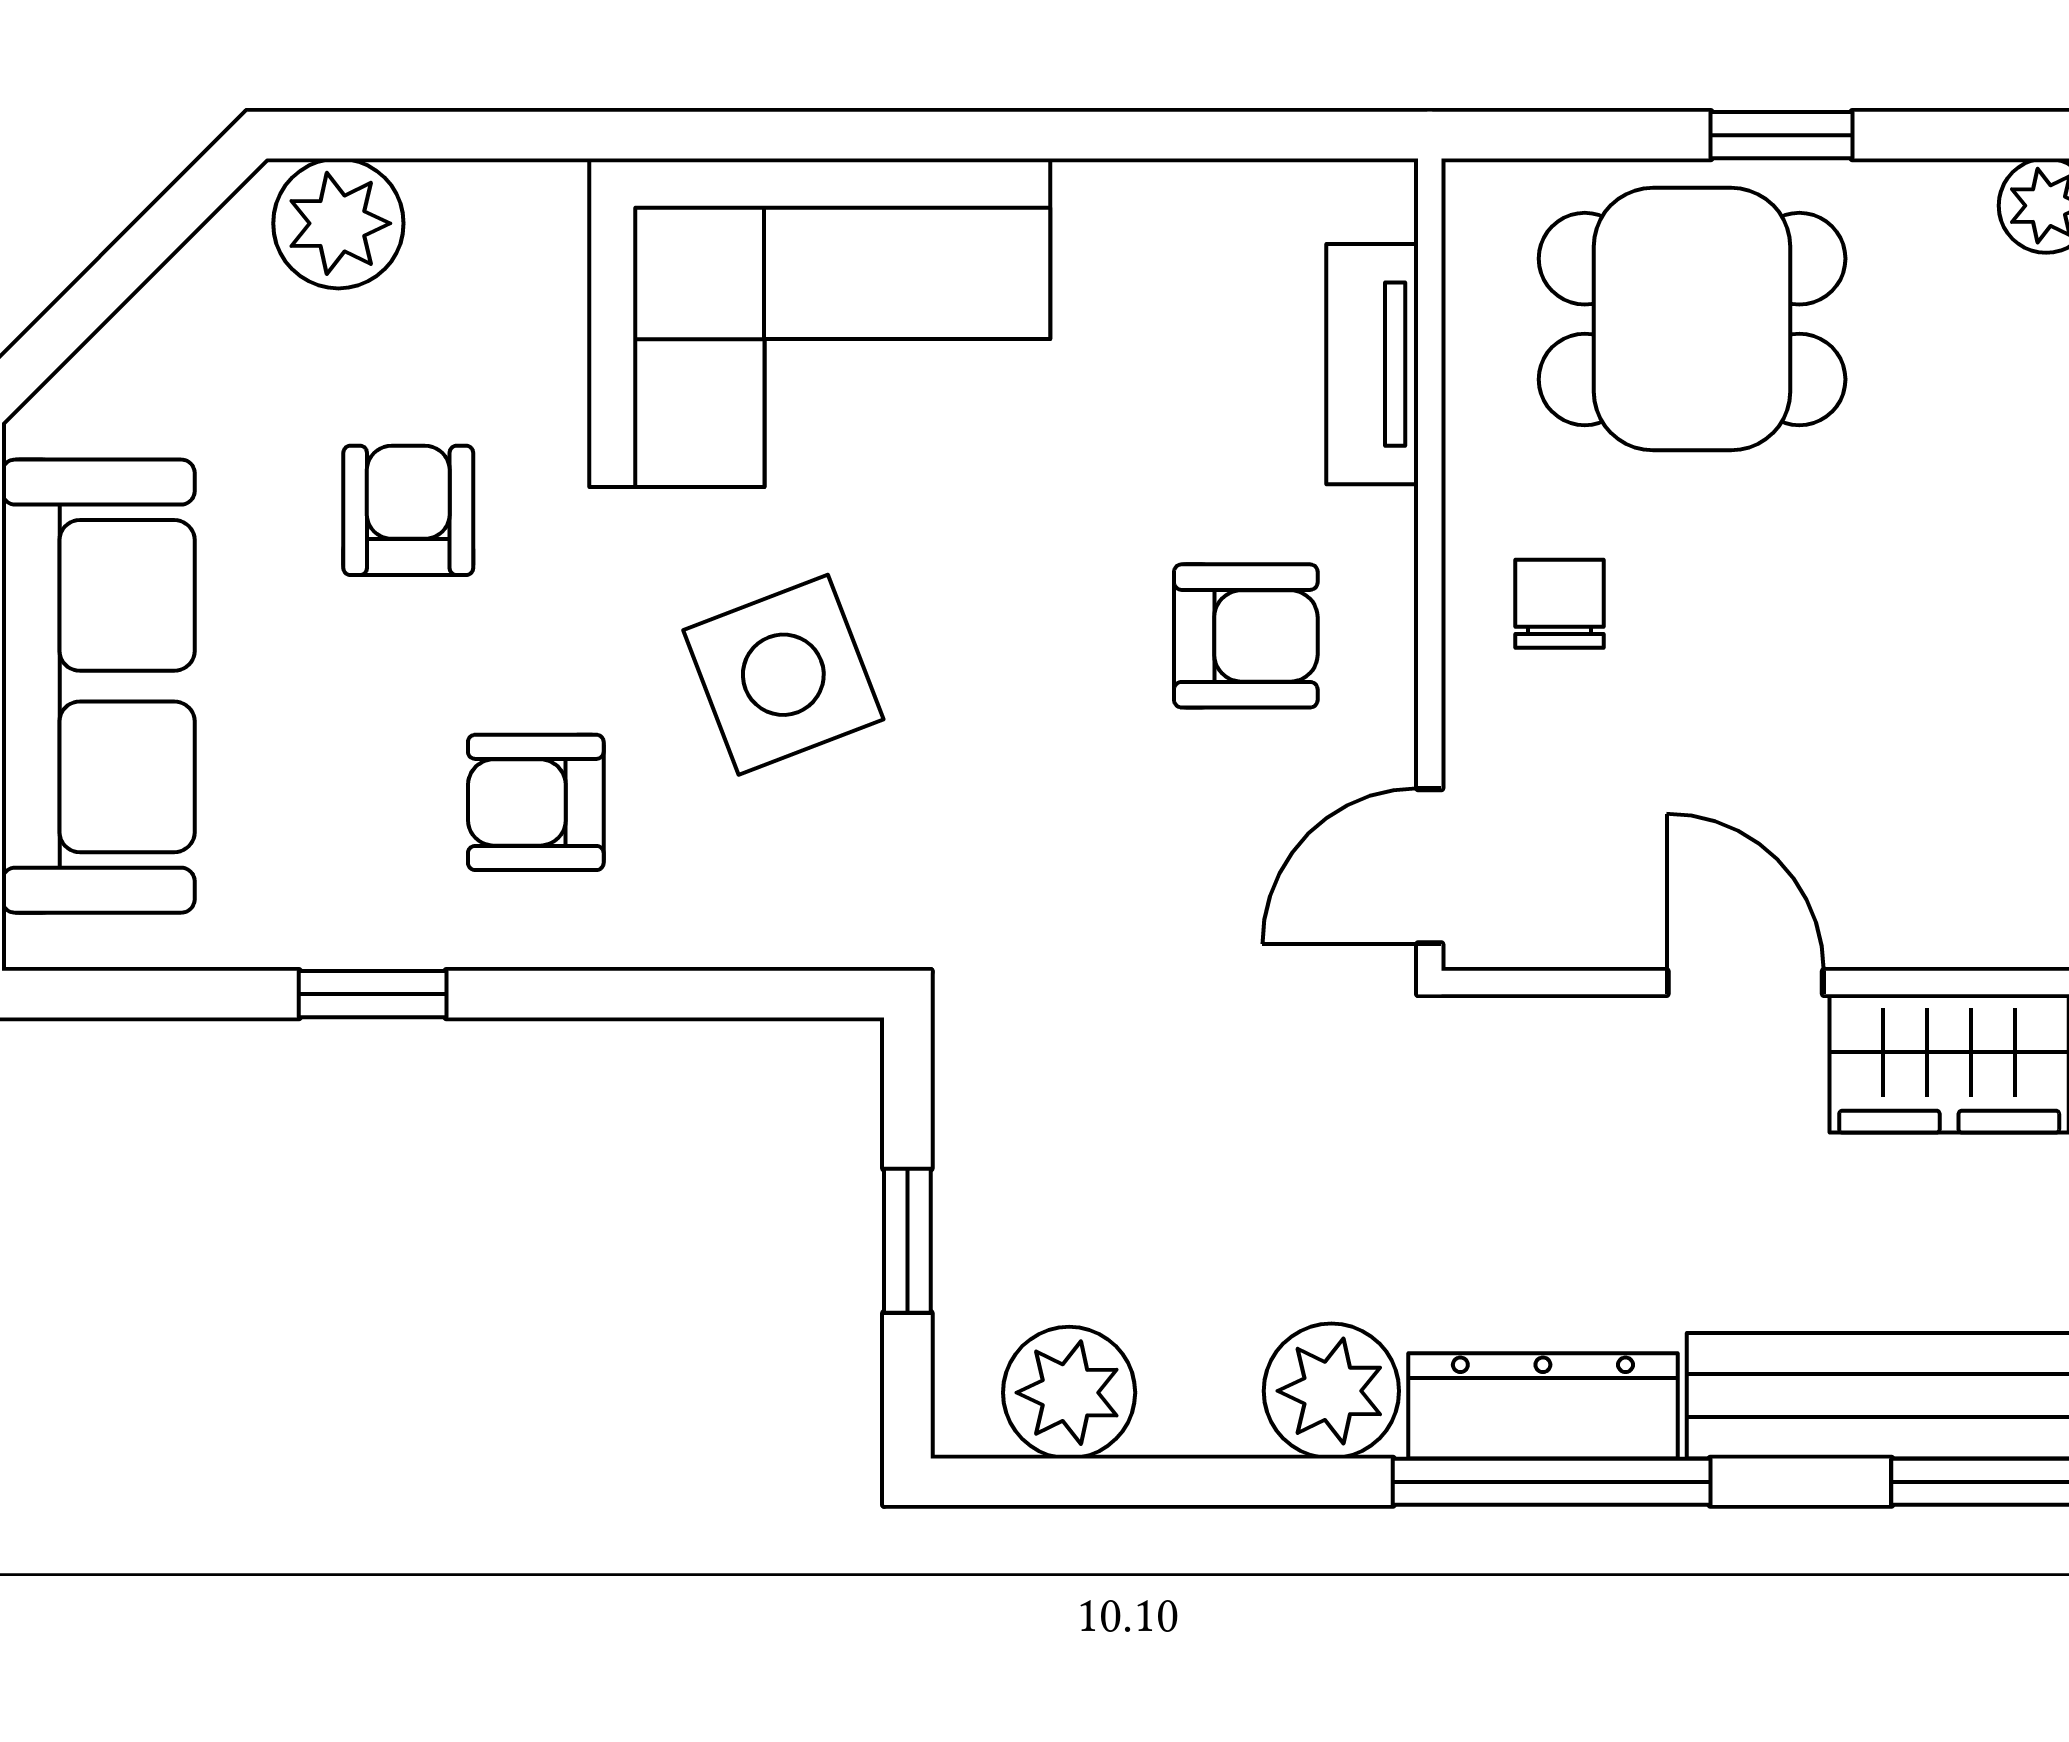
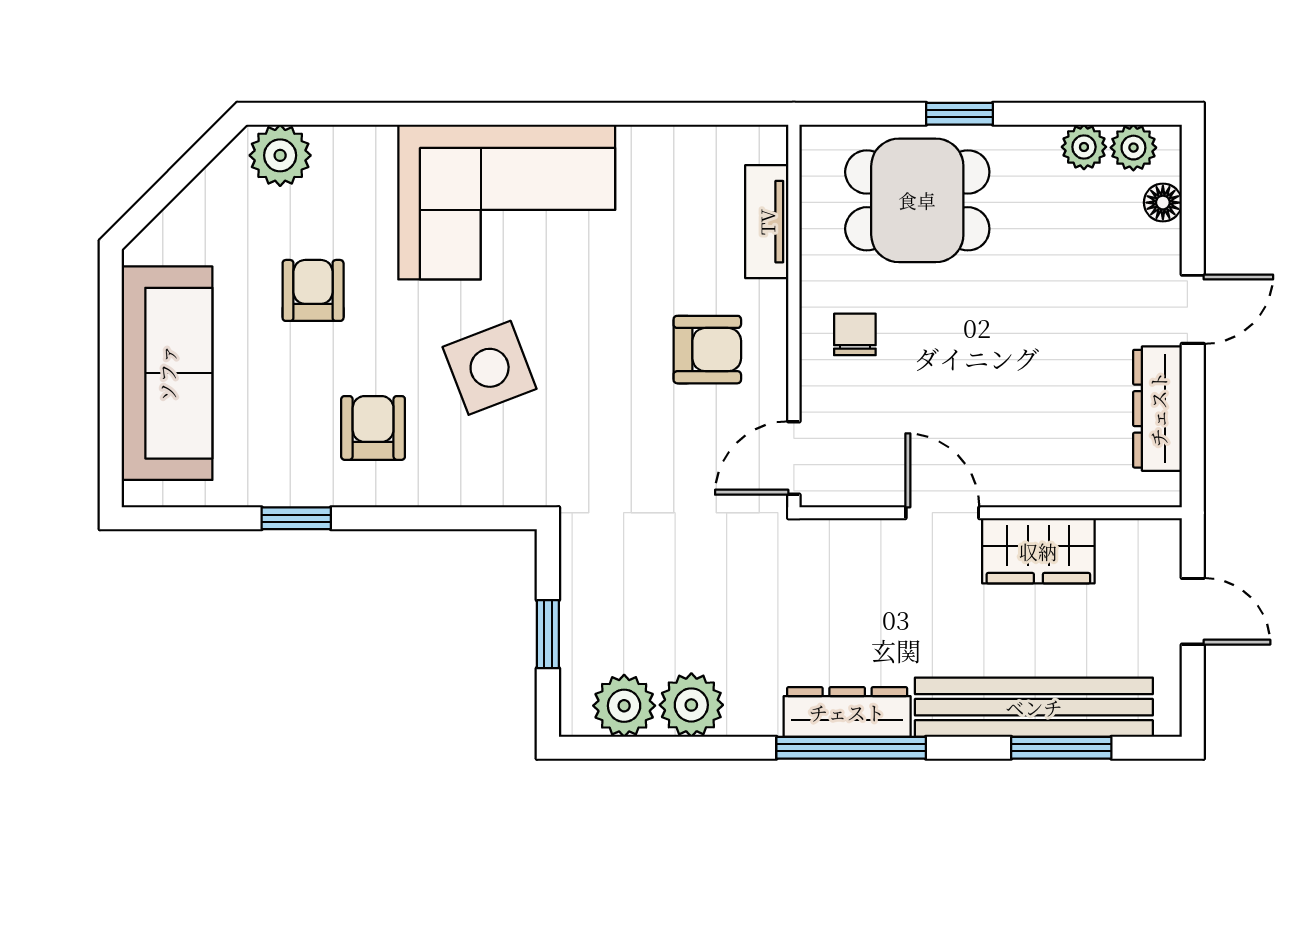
armchair: (536, 802) -> (373, 428), turned 90
plant: (1331, 1391) -> (691, 705), moved

